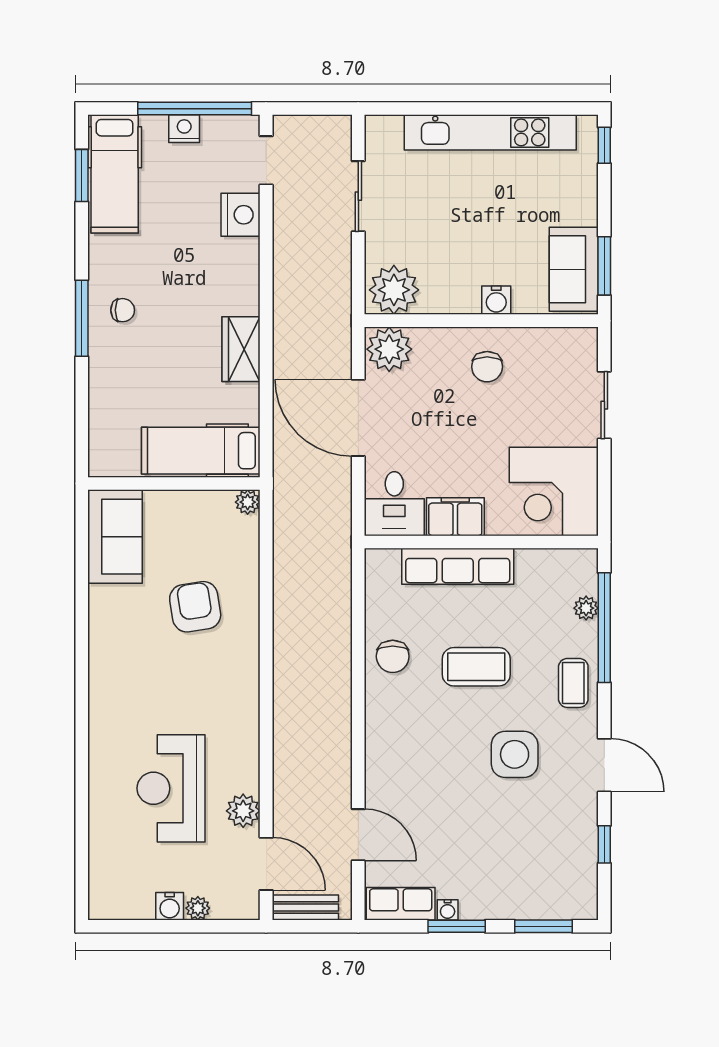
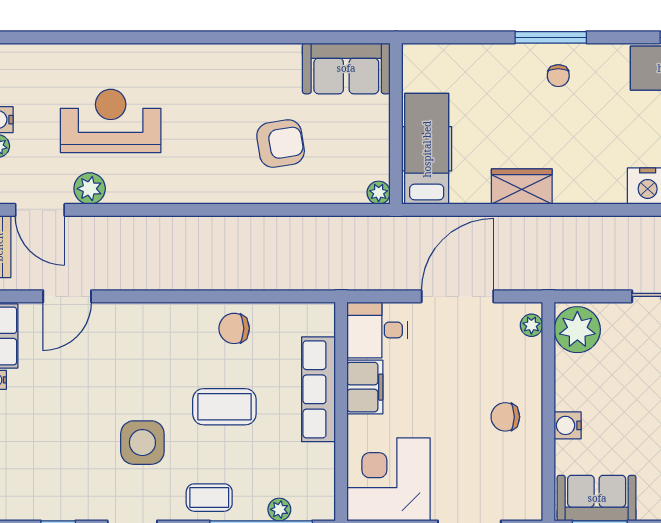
plant: (389, 349) -> (531, 325), width x0.53, depth x0.53
coffee table: (476, 667) -> (224, 407), turned 90
door: (266, 864) -> (40, 210), hinge flipped

